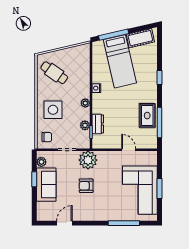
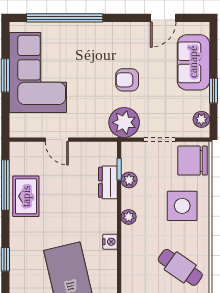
chair: (47, 137) -> (193, 161), width x1.87, depth x1.87
sofa: (46, 185) -> (193, 62), moved
armchair: (86, 186) -> (127, 80), turned 180
window: (124, 223) -> (65, 18), width x1.46

